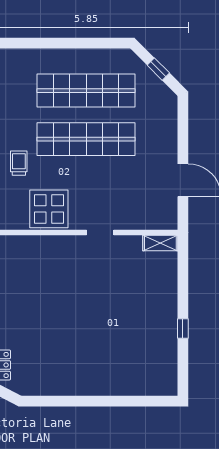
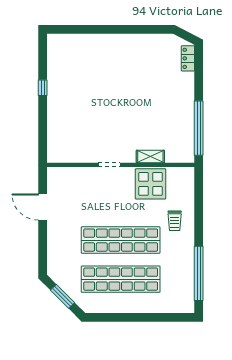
window: (158, 69) -> (62, 296), width x1.50
shelving: (160, 243) -> (150, 156), moved

